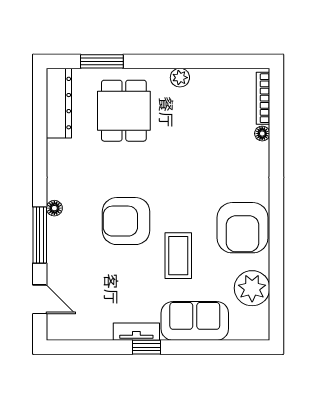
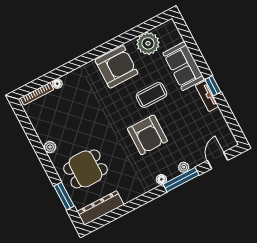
plant: (55, 248) -> (184, 167), added

